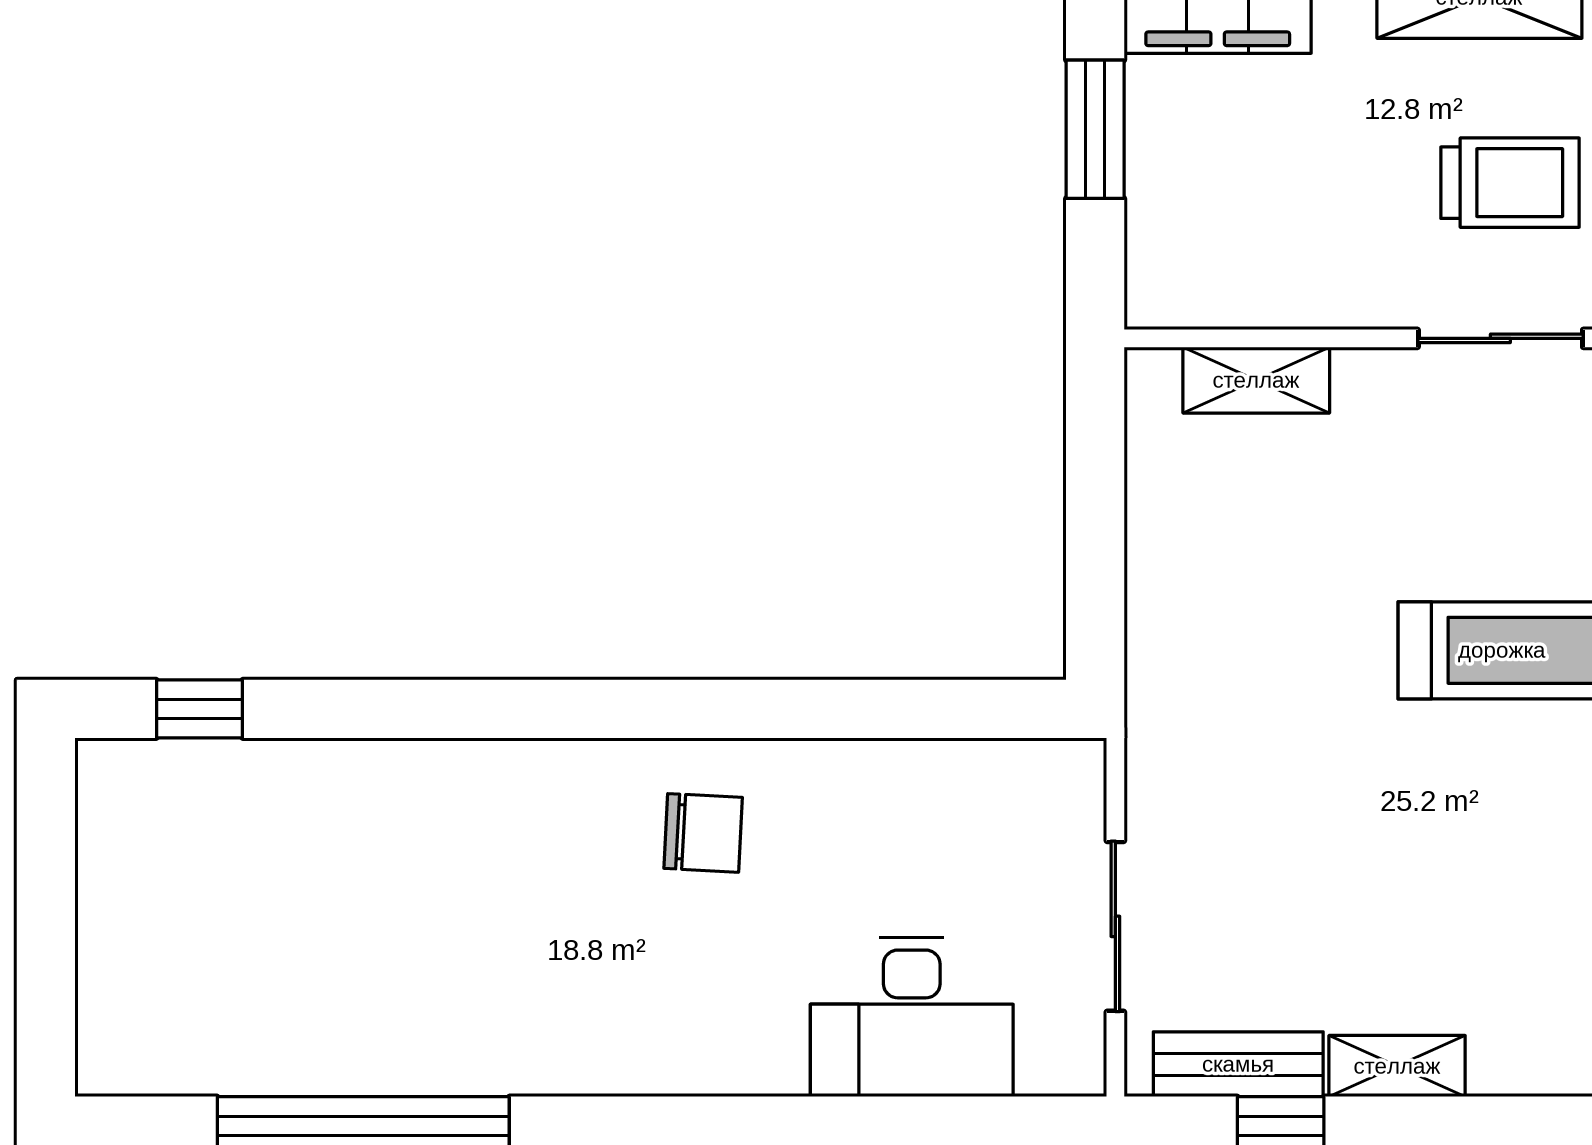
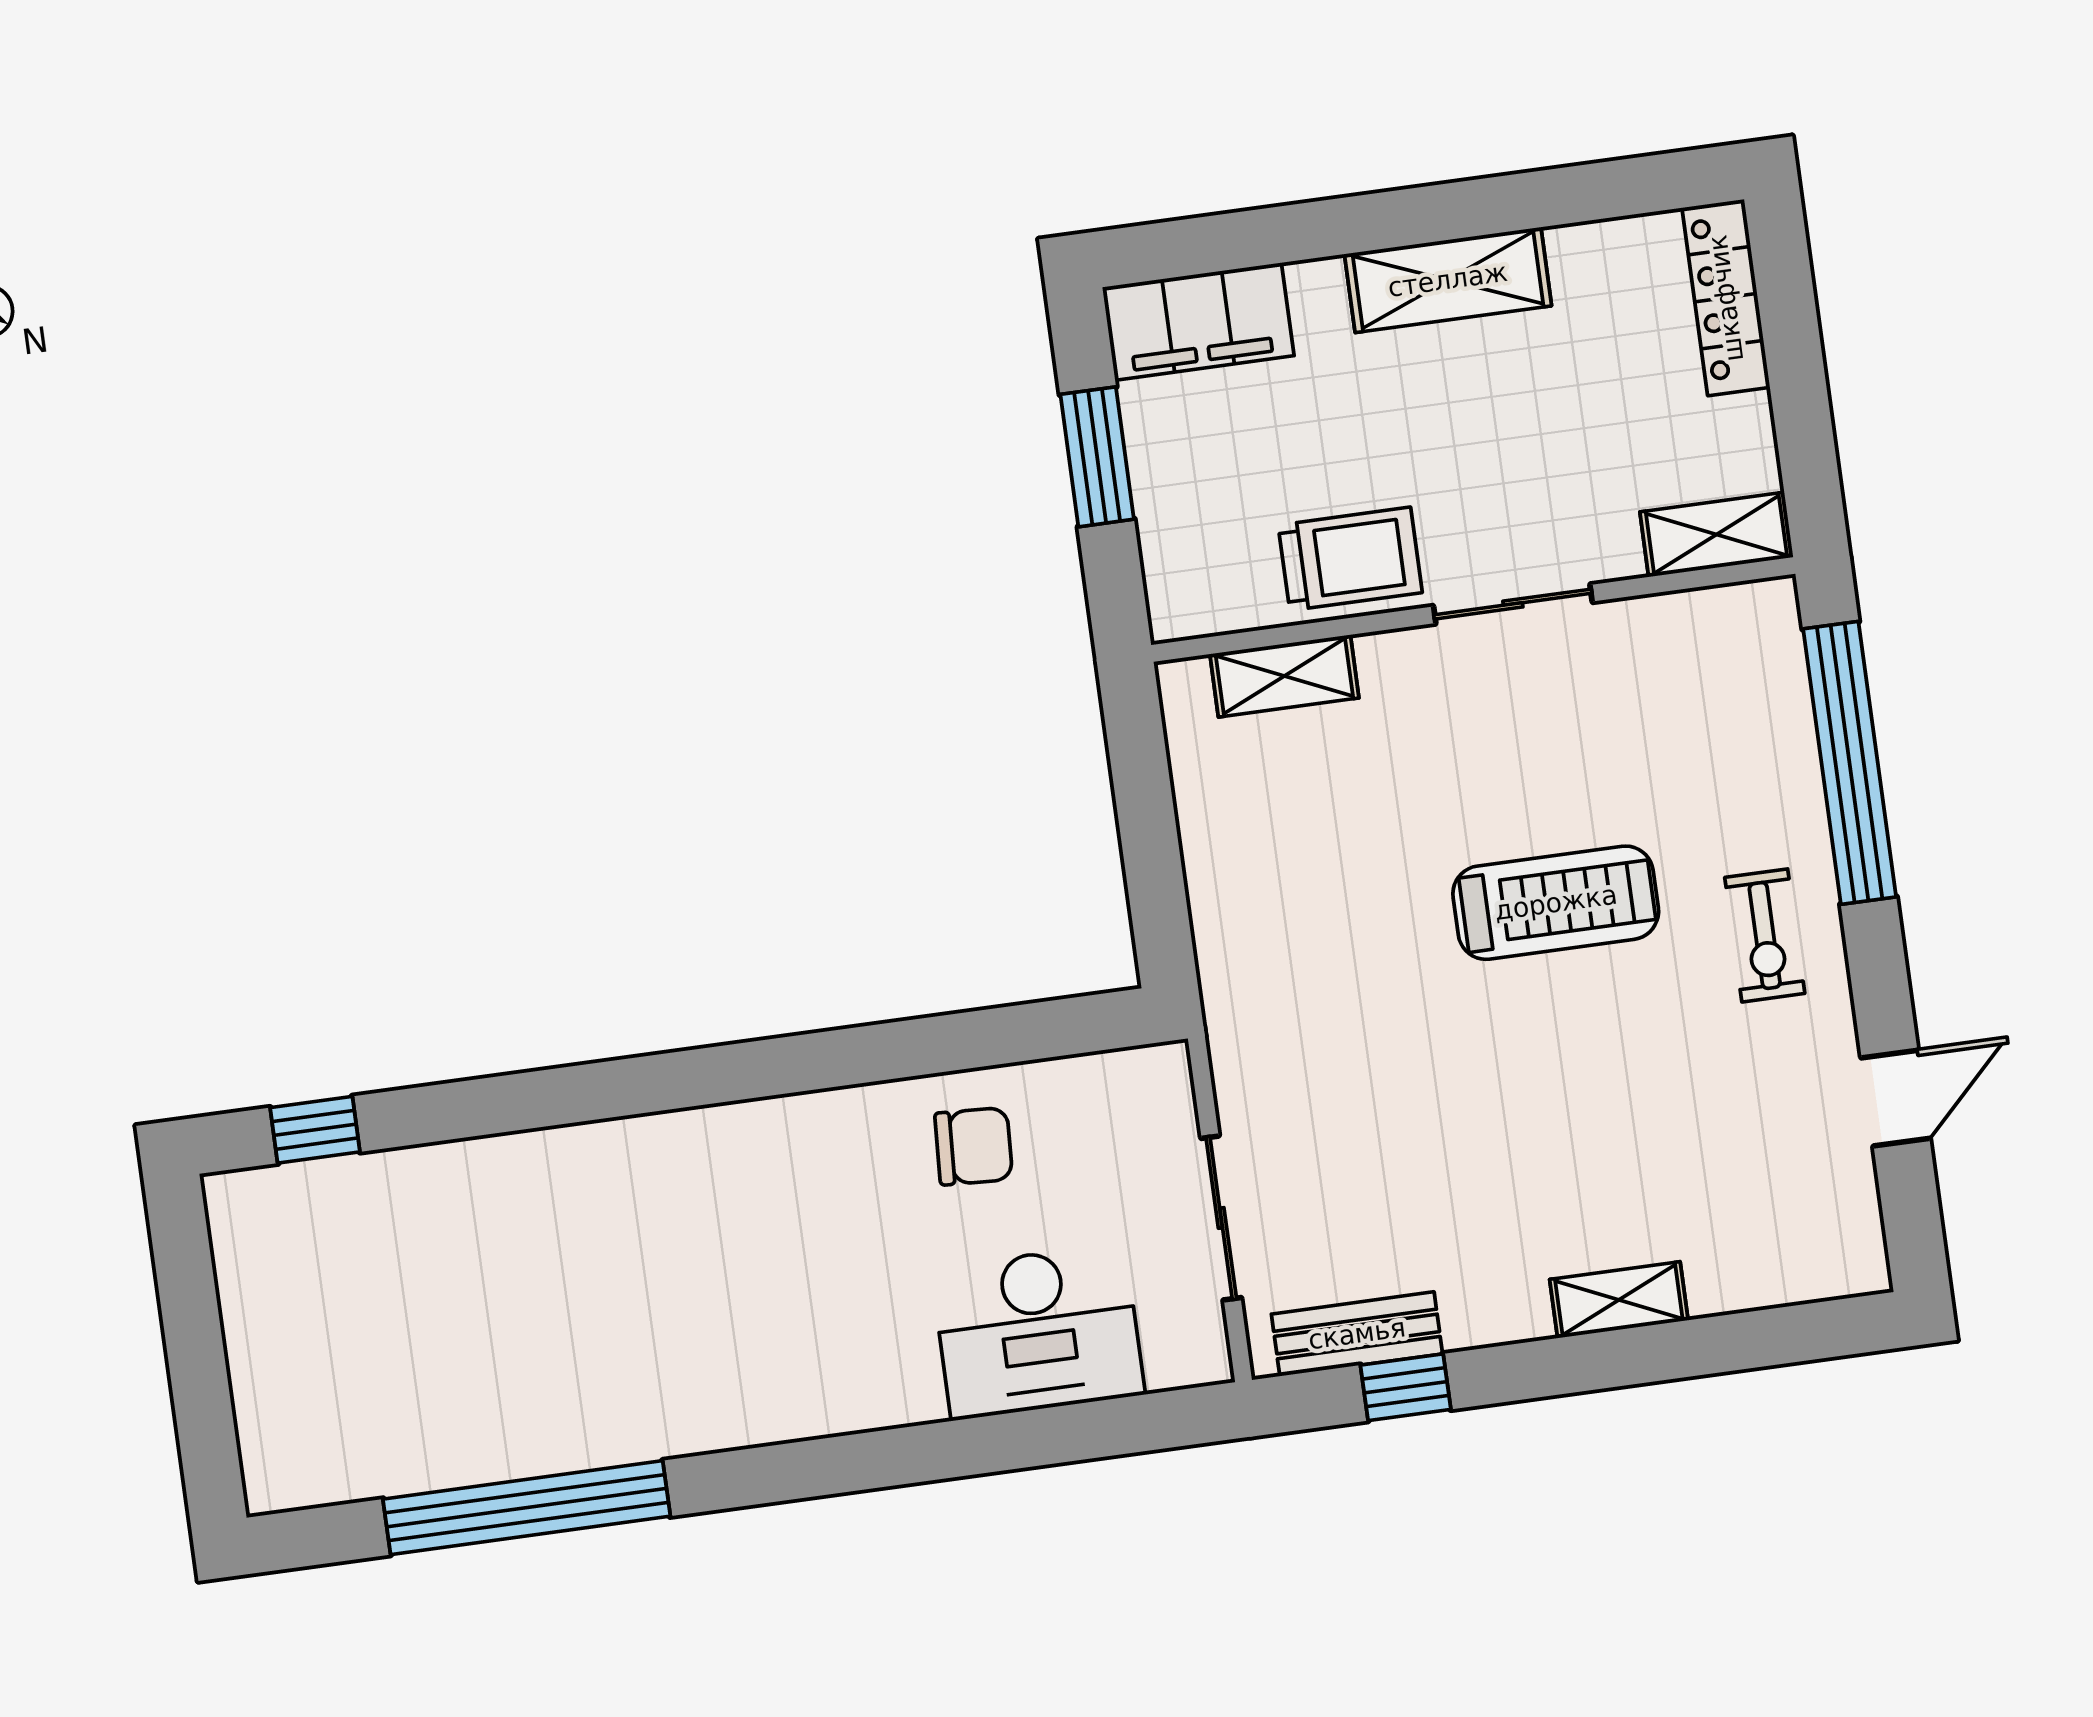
trolley: (1510, 183) -> (1350, 559), moved
chair: (703, 833) -> (974, 1146), moved
shelving: (1397, 1066) -> (1619, 1300), moved

